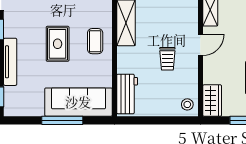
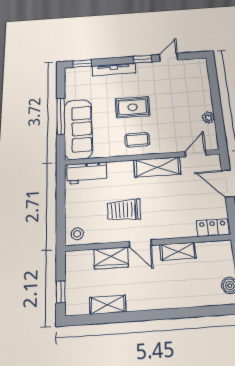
trolley: (167, 59) -> (124, 210), width x1.36, depth x1.39
wardrobe: (212, 100) -> (111, 258), moved

